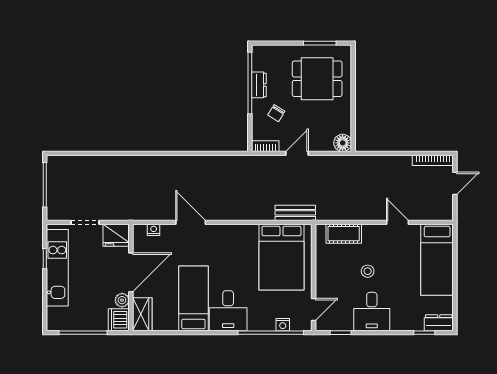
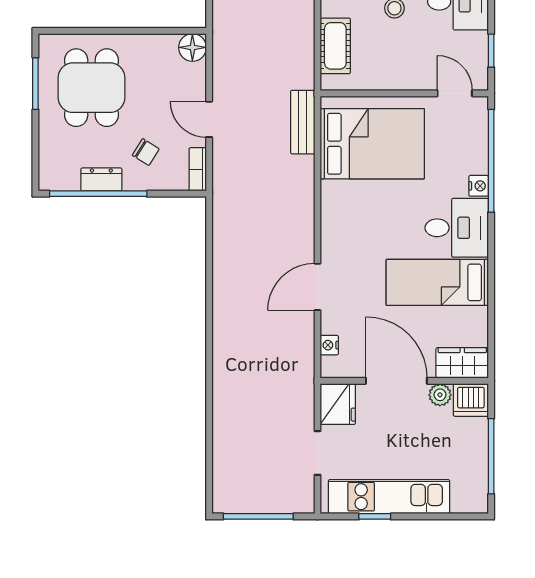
nightstand: (283, 325) -> (479, 186), moved

